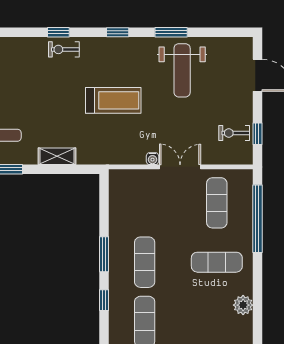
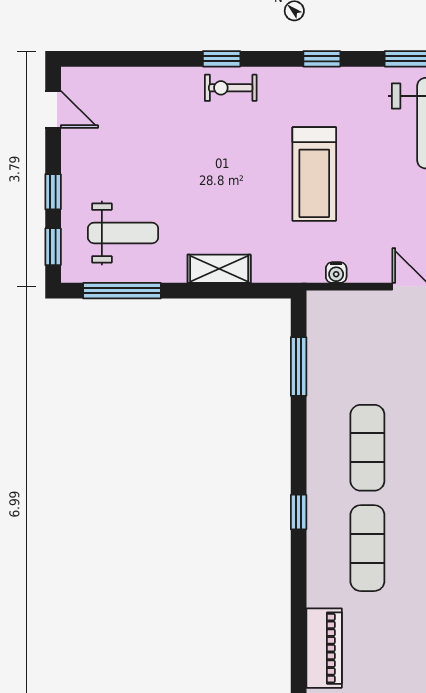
treadmill: (113, 100) -> (314, 174), turned 90
water cooler: (152, 159) -> (336, 273), moved
window: (104, 254) -> (299, 367), moved

